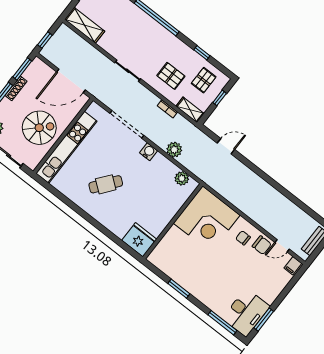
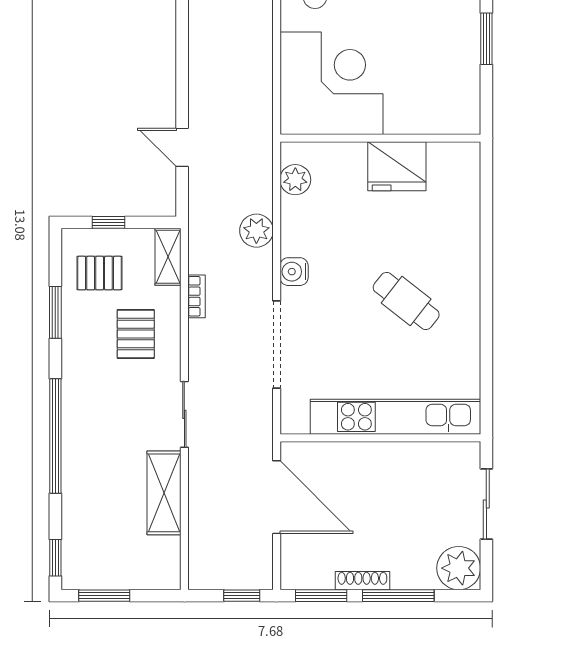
shelving: (85, 25) -> (164, 493), moved
window: (202, 53) -> (55, 312), width x1.50
spiral stairs: (39, 128) -> (398, 489), removed
fridge: (139, 240) -> (397, 166), moved, turned -90

